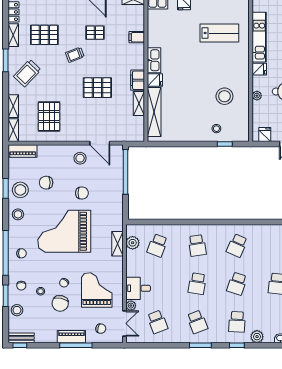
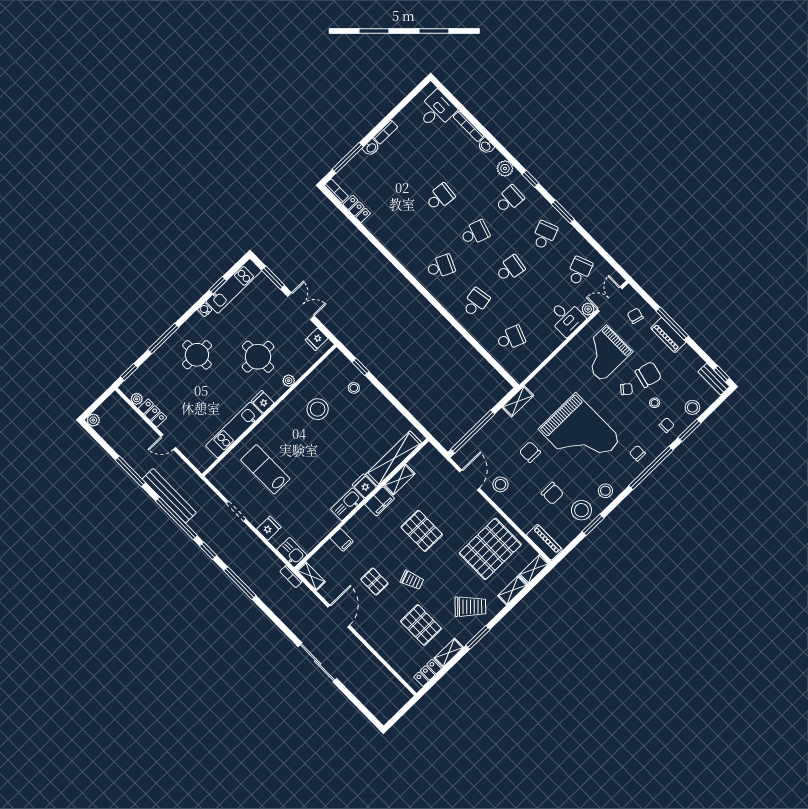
pallet: (49, 116) -> (490, 549), width x1.37, depth x1.41
plant: (133, 243) -> (530, 363), removed
shelving: (118, 244) -> (518, 401), moved

